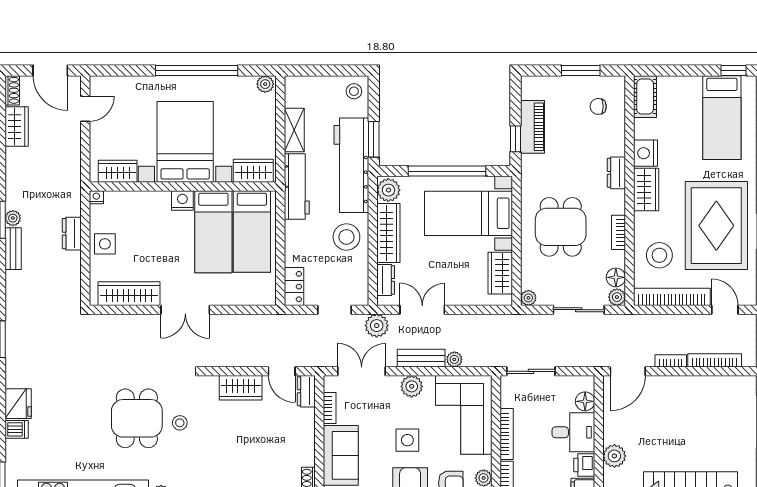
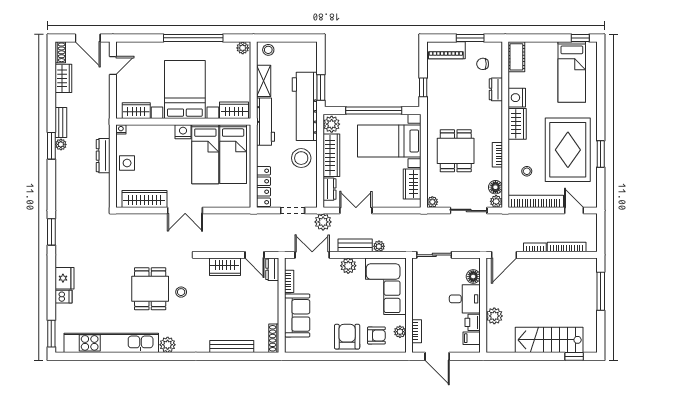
stool: (354, 91) -> (268, 50), moved
piano: (532, 127) -> (446, 50), moved, turned 90
dresser: (616, 173) -> (496, 89), moved
dresser: (72, 234) -> (103, 156), width x1.44
bench: (13, 249) -> (61, 122), moved
stool: (659, 255) -> (527, 171), width x0.53, depth x0.53
locker: (294, 287) -> (263, 187), width x1.53
bookcase: (507, 434) -> (417, 300), removed
side table: (407, 440) -> (345, 304), removed

